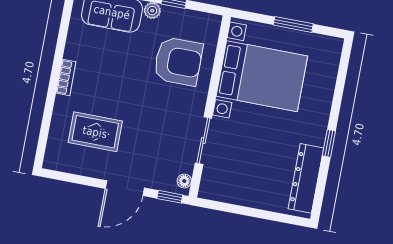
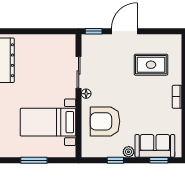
bed with nightstands: (262, 76) -> (48, 122), width x0.73
floor lamp: (184, 181) -> (86, 94), moved

